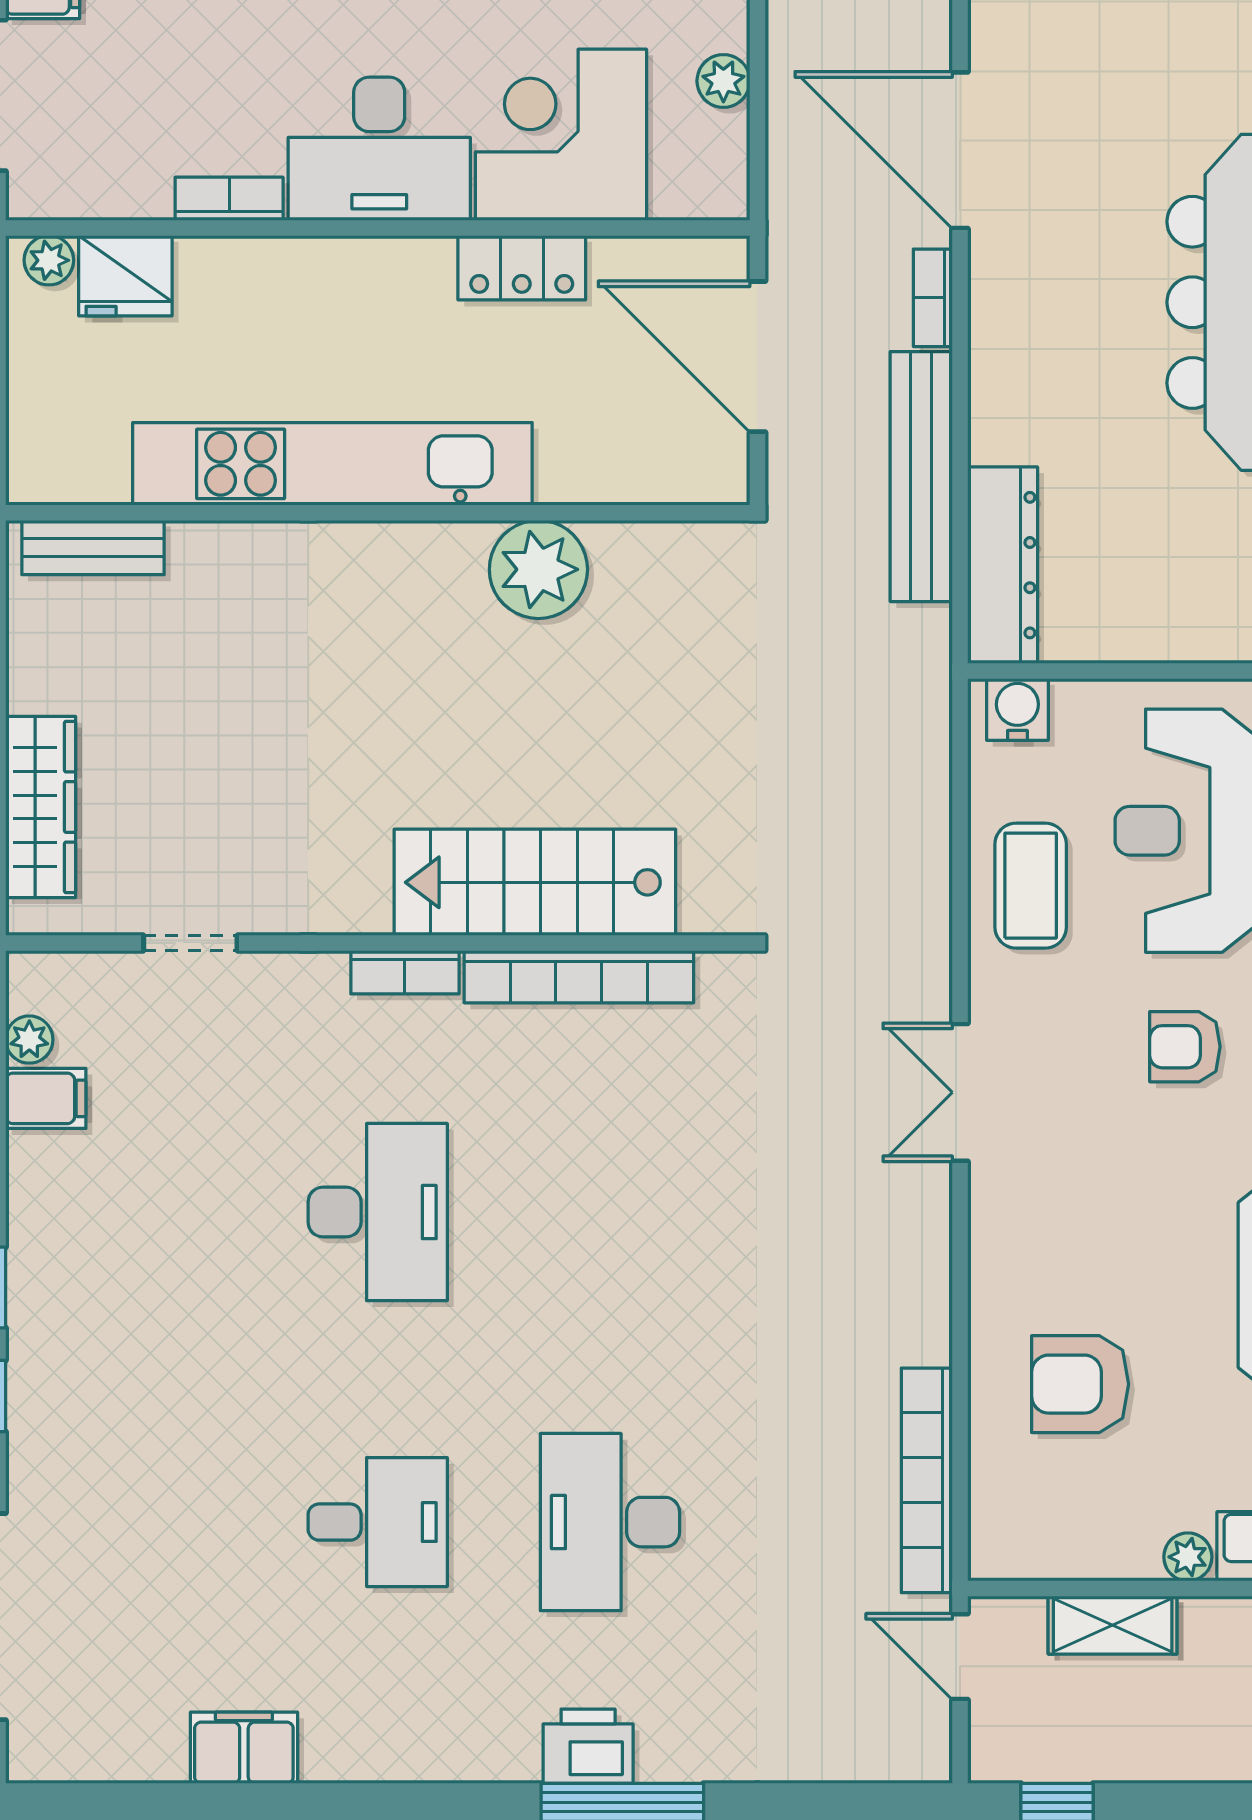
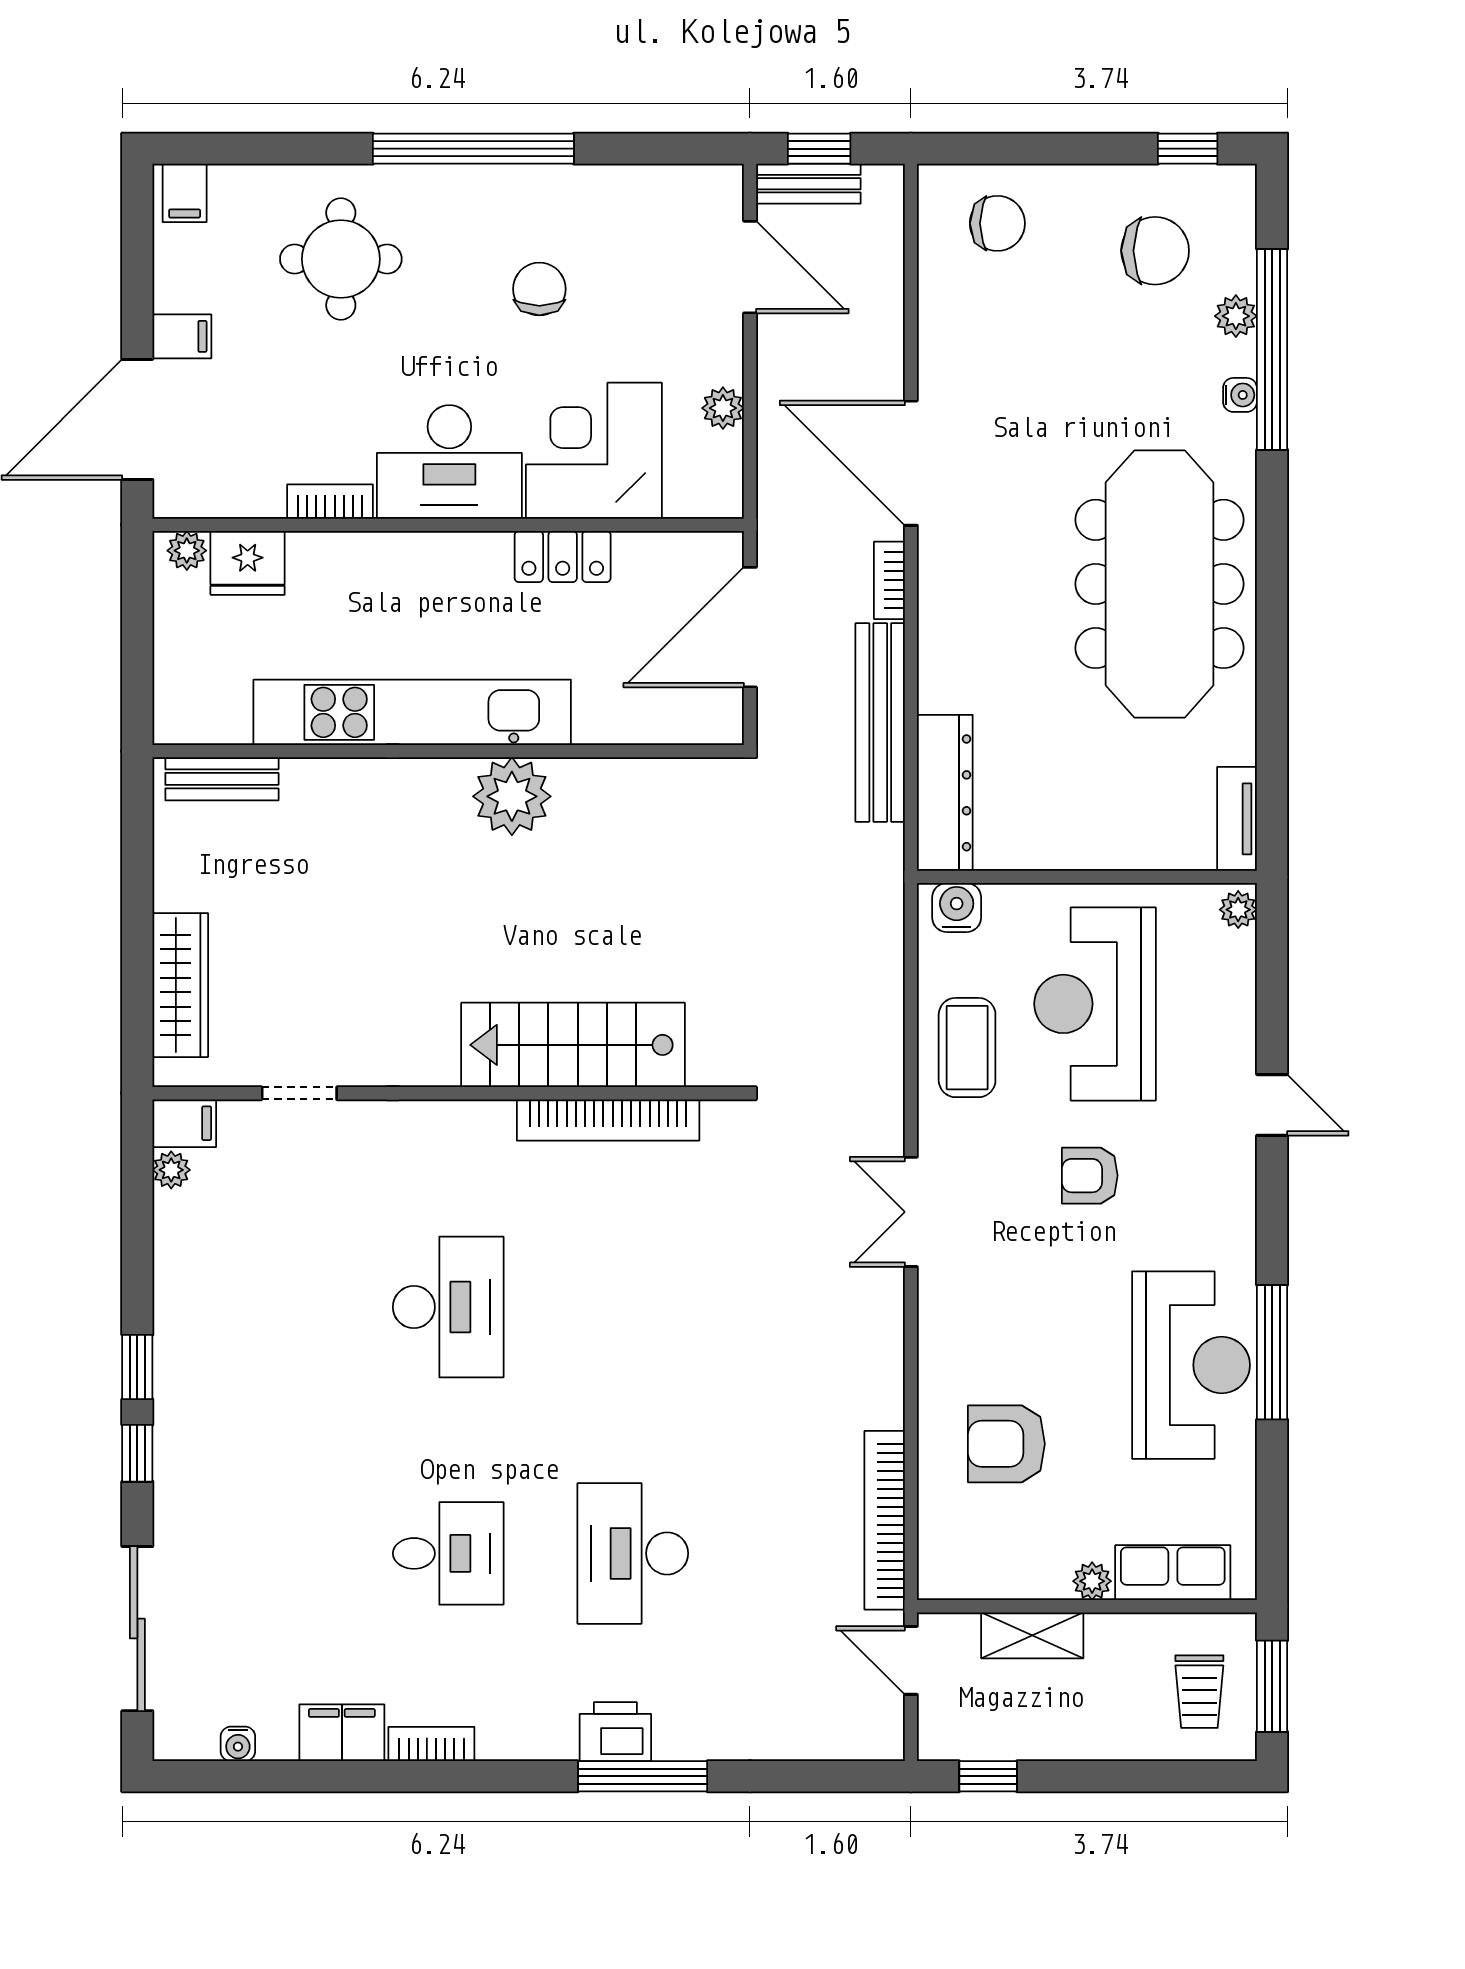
door: (757, 357) -> (750, 627), hinge flipped
plant: (538, 569) -> (512, 796), moved
bookcase: (405, 972) -> (431, 1744), moved, turned 180
filing cabinet: (46, 1098) -> (184, 1123), moved
water cooler: (113, 1762) -> (238, 1744), added

